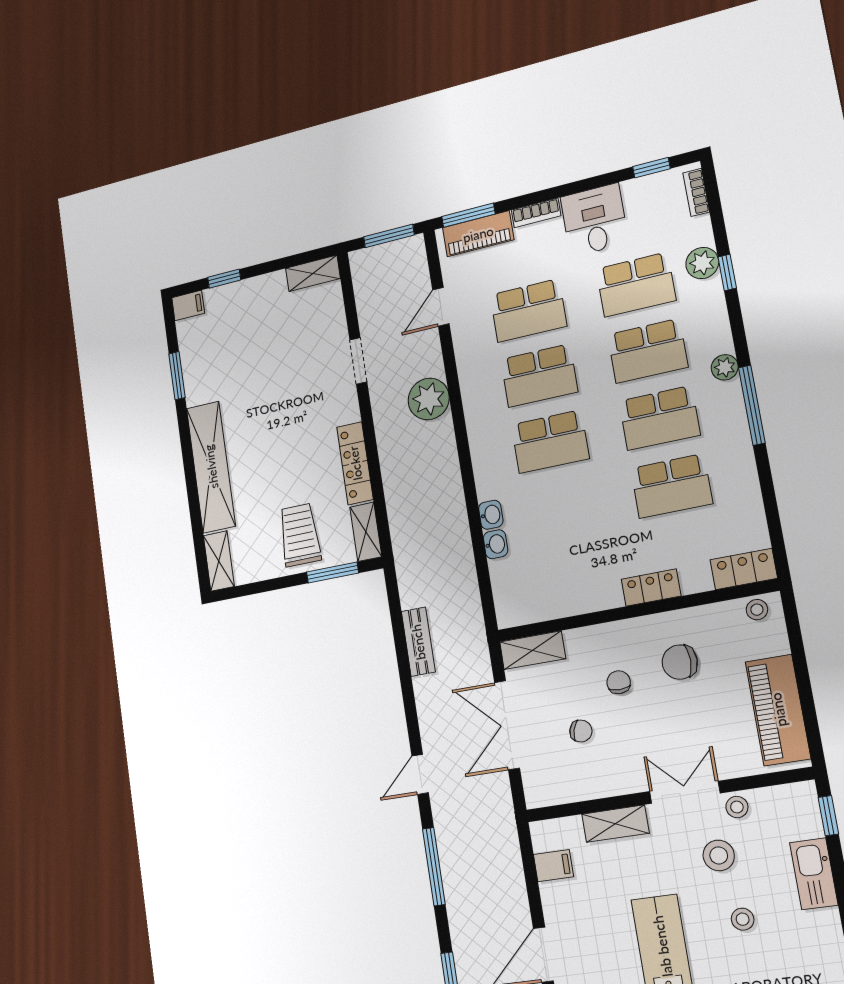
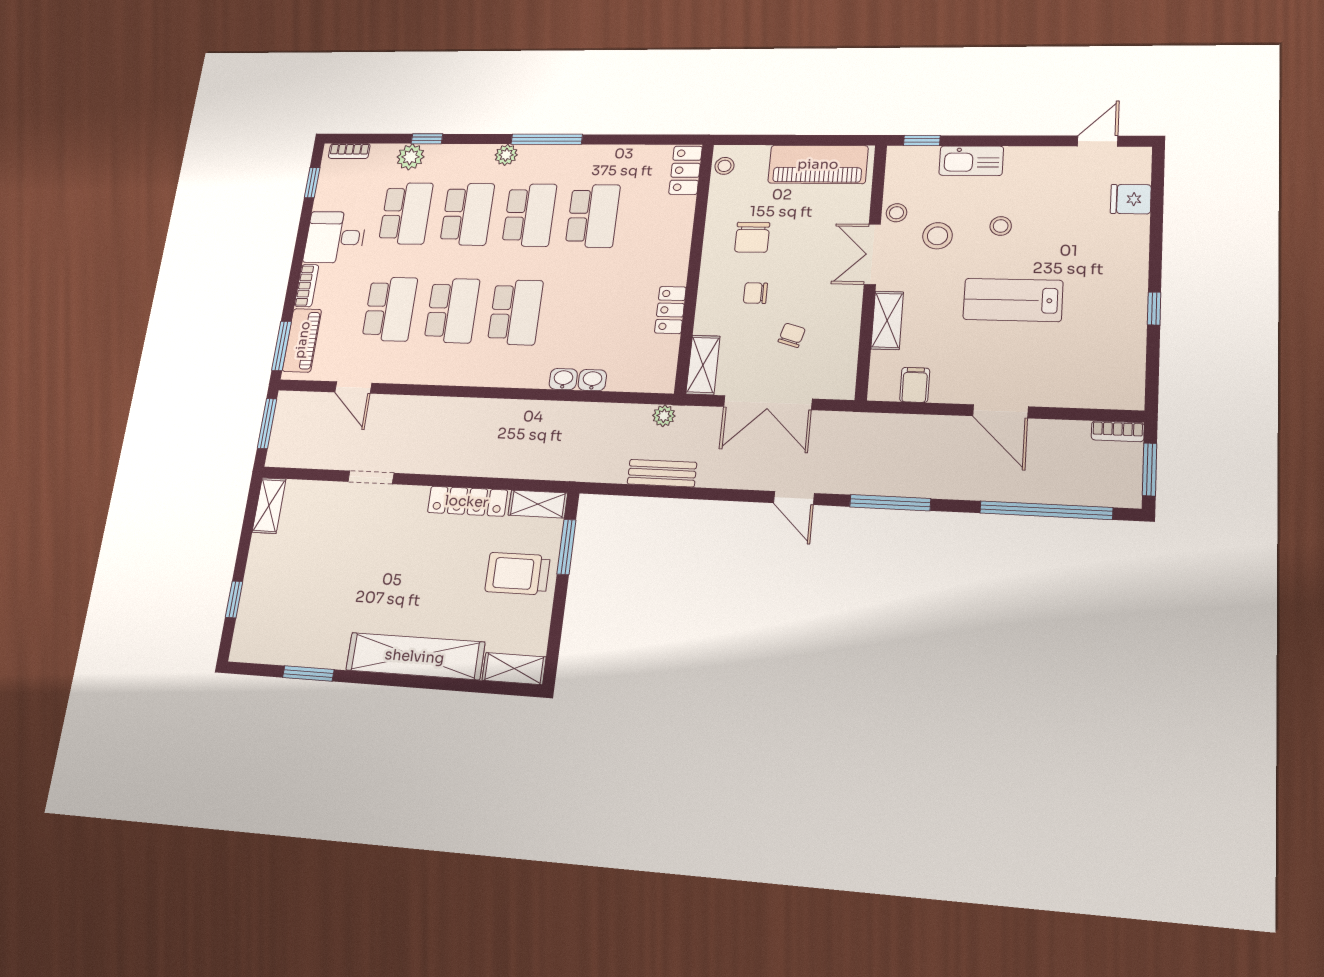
filing cabinet: (188, 305) -> (244, 645), removed
plant: (429, 399) -> (664, 416), moved, width x0.53, depth x0.53
locker: (651, 588) -> (670, 310), moved

